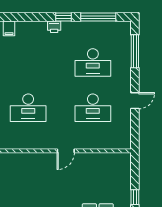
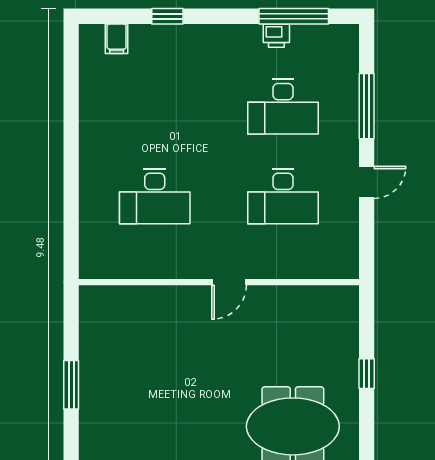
window: (64, 17) -> (167, 16), moved
printer: (54, 27) -> (276, 36), moved
window: (135, 51) -> (367, 106), moved

